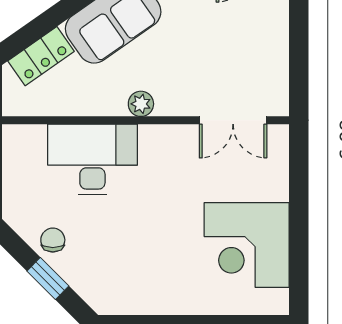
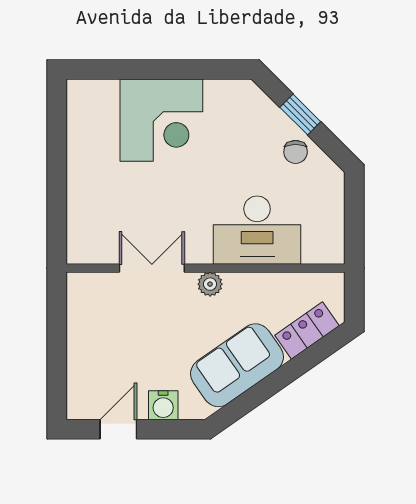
double door: (233, 120) -> (152, 268), moved
corner desk: (247, 245) -> (161, 120), moved, turned 90

